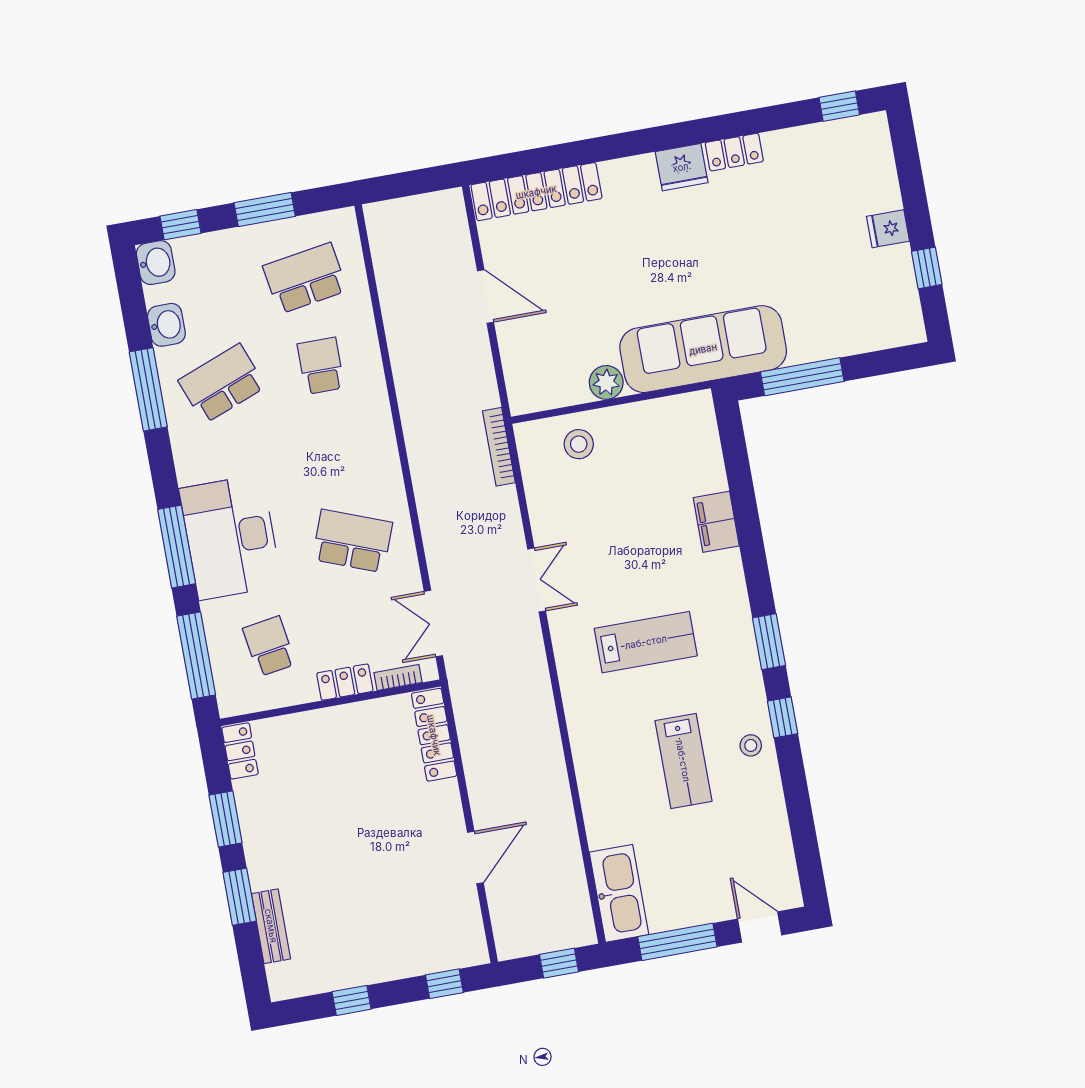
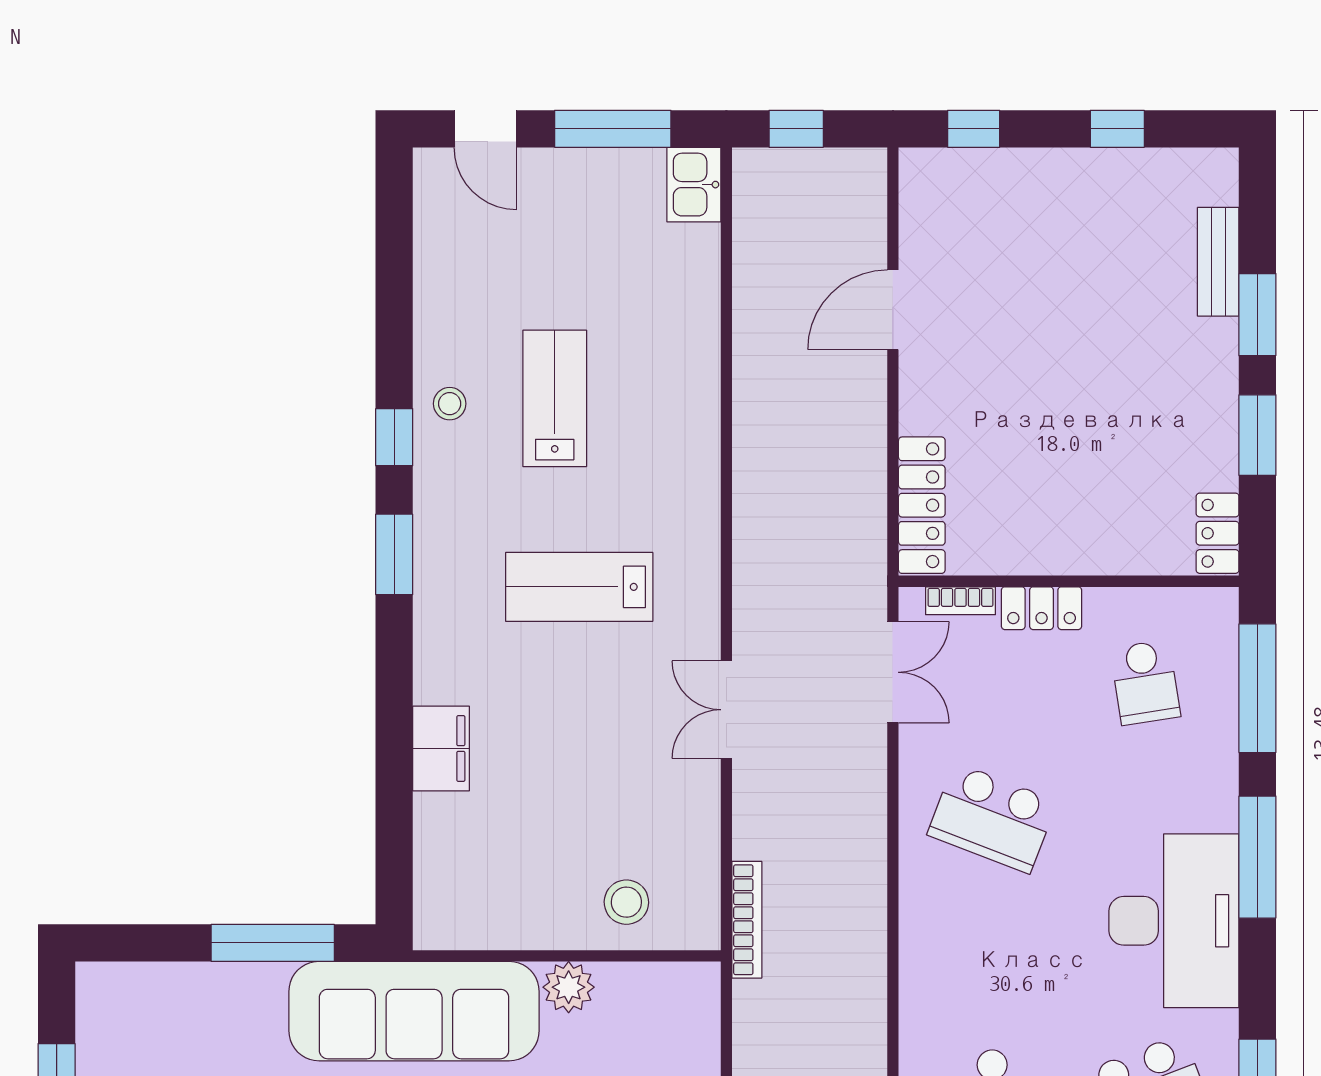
desk: (231, 537) -> (1174, 921), moved
kitchen sink: (619, 893) -> (694, 185), width x0.53, depth x0.81

